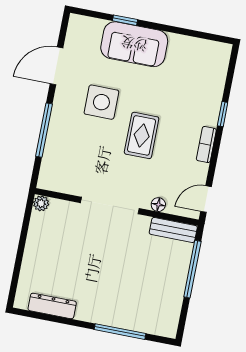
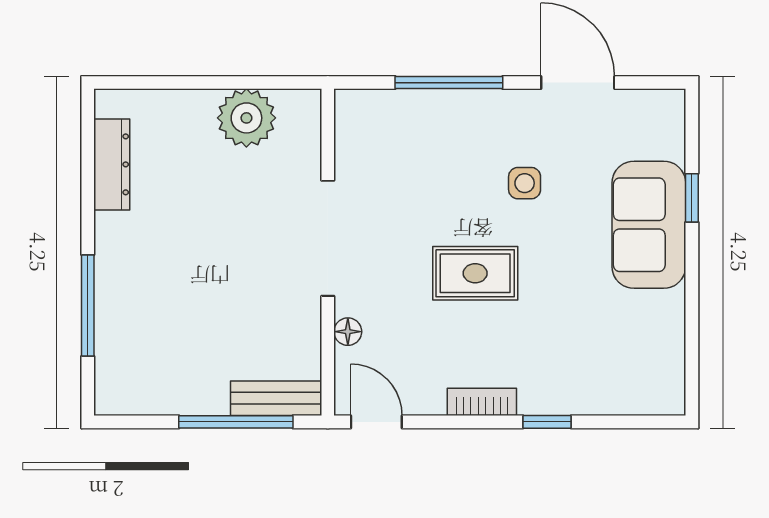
side table: (101, 102) -> (525, 183), width x0.54, depth x0.54
plant: (41, 203) -> (246, 118), moved, width x1.88, depth x1.88
bench: (173, 230) -> (276, 398), moved, turned 90

